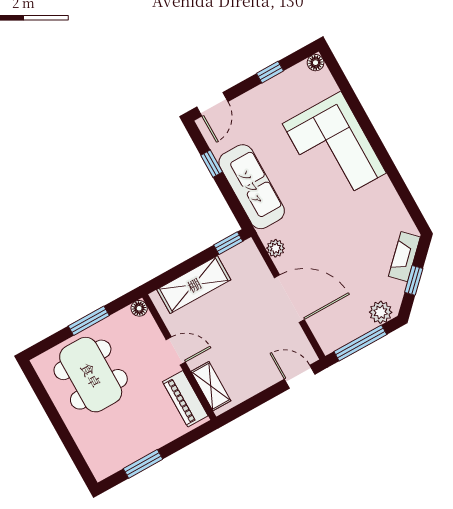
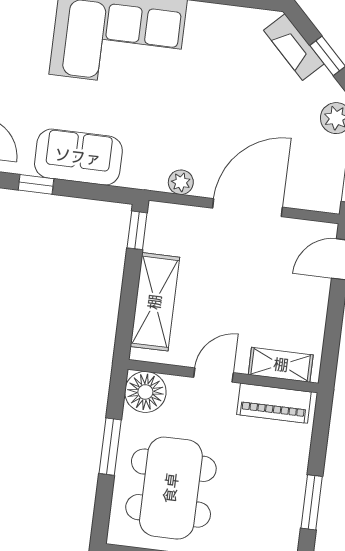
sofa: (252, 187) -> (78, 157), width x0.73
floor lamp: (139, 308) -> (145, 392), width x1.89, depth x1.89
dining table: (91, 375) -> (171, 488), turned 90

